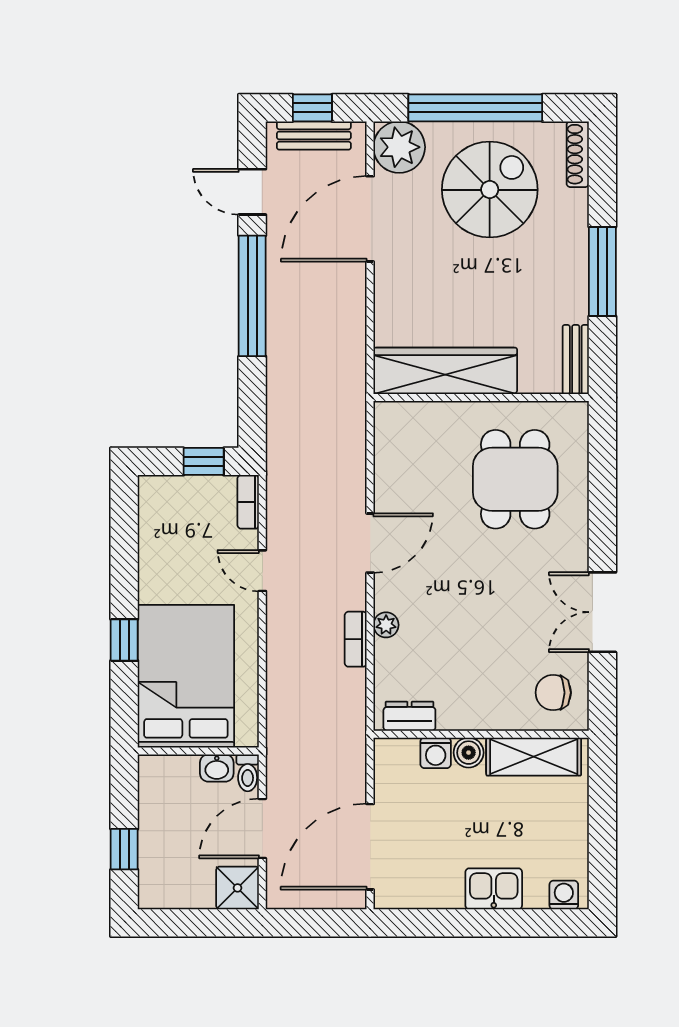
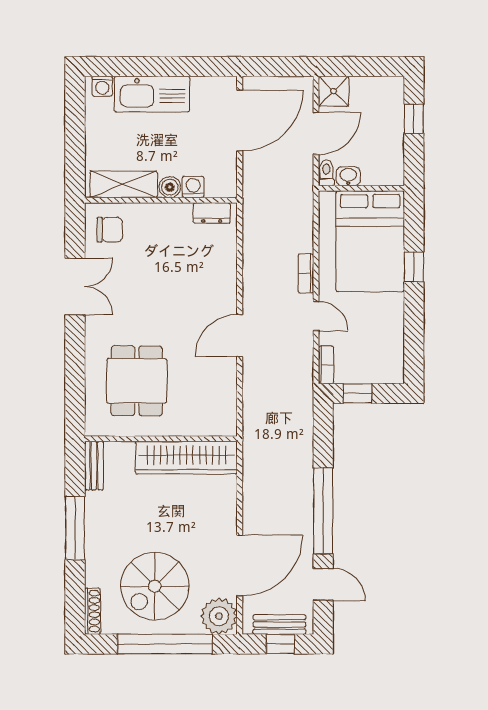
plant: (386, 625) -> (228, 278), removed
bookcase: (356, 639) -> (306, 274), moved, turned 180
kitchen sink: (494, 889) -> (152, 94), width x1.87, depth x1.24

